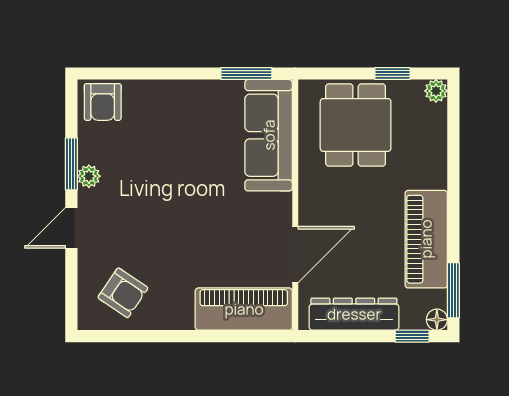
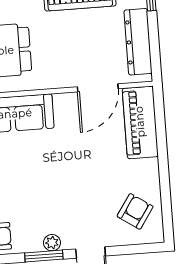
door: (295, 255) -> (98, 88), swing flipped

